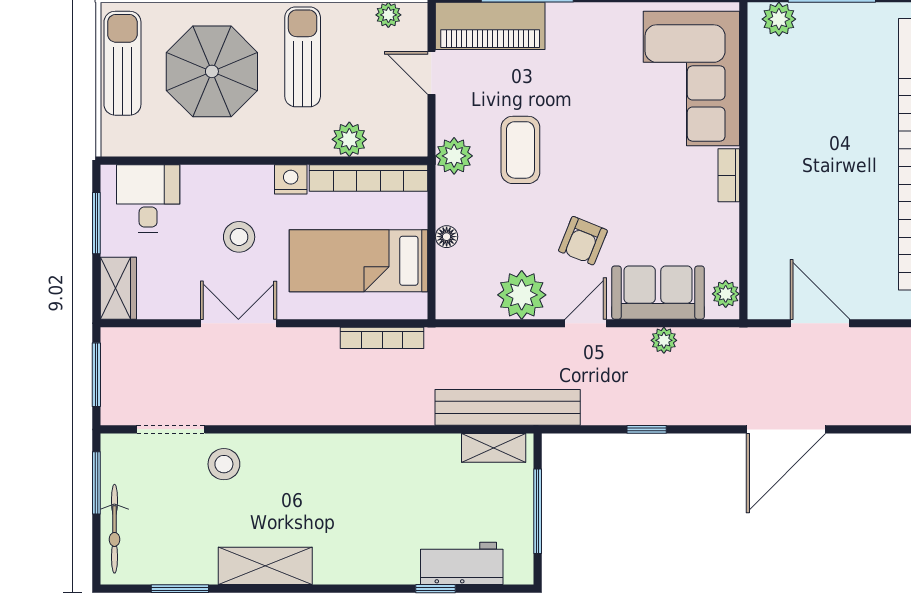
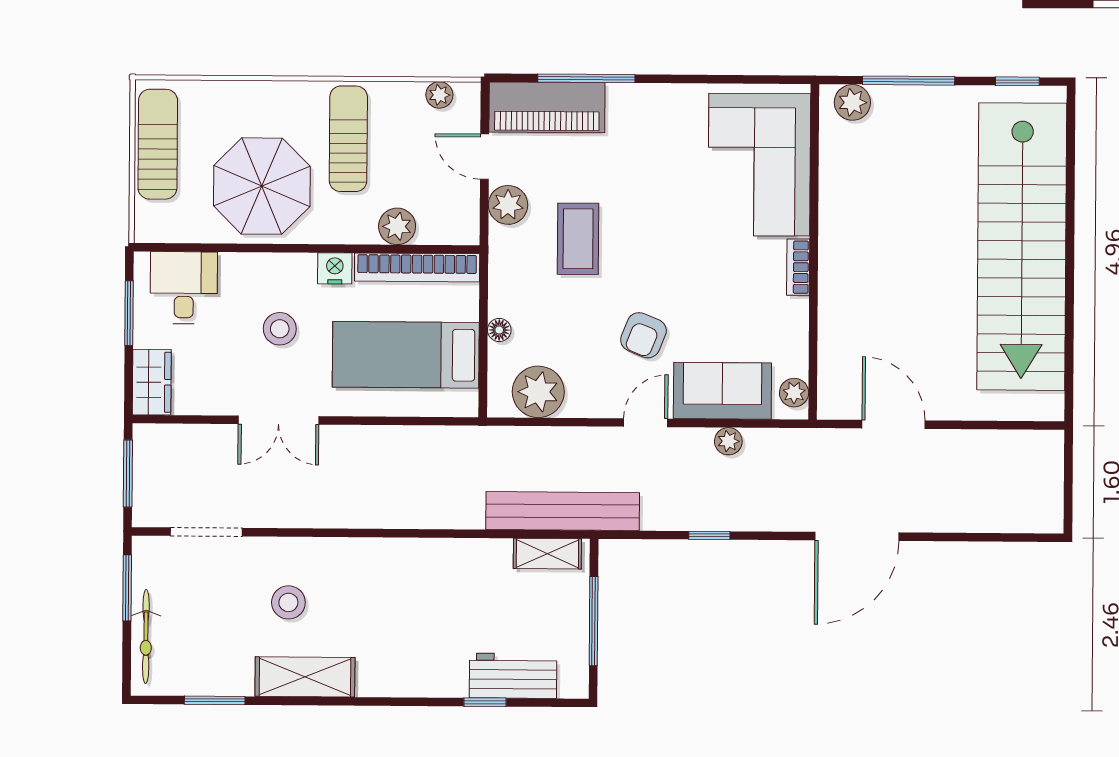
parasol: (212, 71) -> (262, 186), moved
plant: (454, 156) -> (508, 205), moved
plant: (522, 295) -> (538, 392), moved
double door: (238, 323) -> (279, 420), swing flipped
bookcase: (382, 338) -> (430, 437), removed
stool: (224, 464) -> (288, 602), moved

